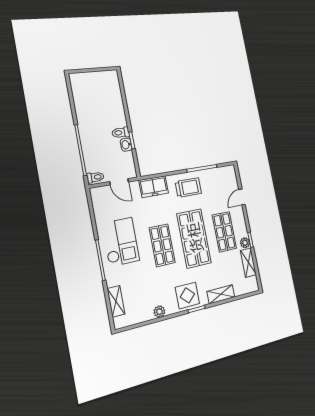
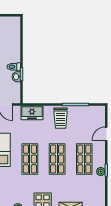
trolley: (188, 187) -> (61, 118), turned 90
shop shelf: (194, 238) -> (57, 159), width x0.70, depth x0.74
shelving: (248, 263) -> (100, 188), removed

